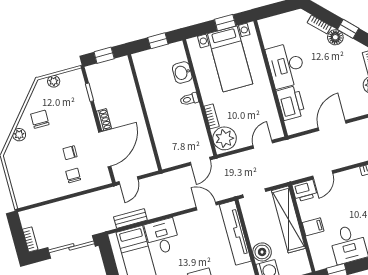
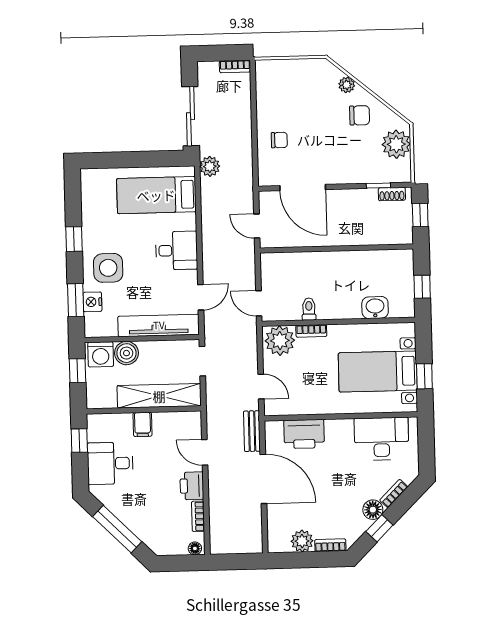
desk: (286, 65) -> (381, 439), moved
plant: (54, 81) -> (396, 144), width x1.88, depth x1.88
toilet: (189, 99) -> (309, 309), moved
shoe rack: (104, 120) -> (392, 194), moved
door: (332, 126) -> (263, 479), width x1.36
chair: (70, 153) -> (309, 143), removed
door: (129, 180) -> (257, 226), moved
printer: (305, 191) -> (192, 486), moved
bench: (130, 218) -> (252, 431), moved
plant: (106, 223) -> (210, 166), added
desk: (162, 236) -> (176, 250), moved
bookcase: (30, 239) -> (235, 66), moved

